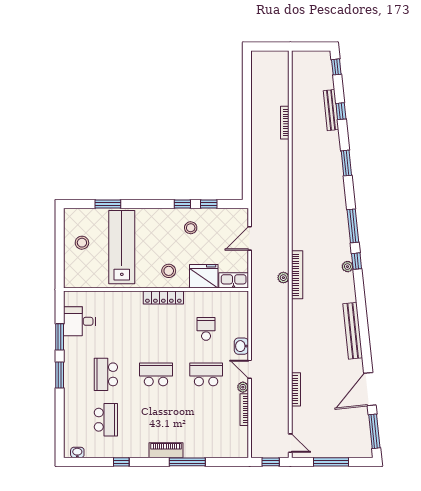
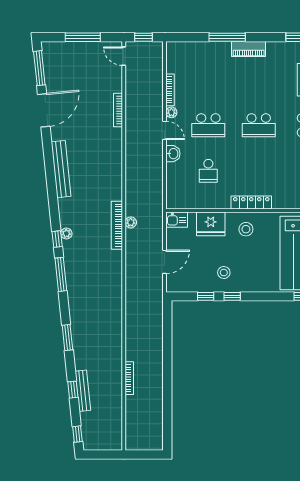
kitchen sink: (234, 280) -> (177, 220), width x0.73

